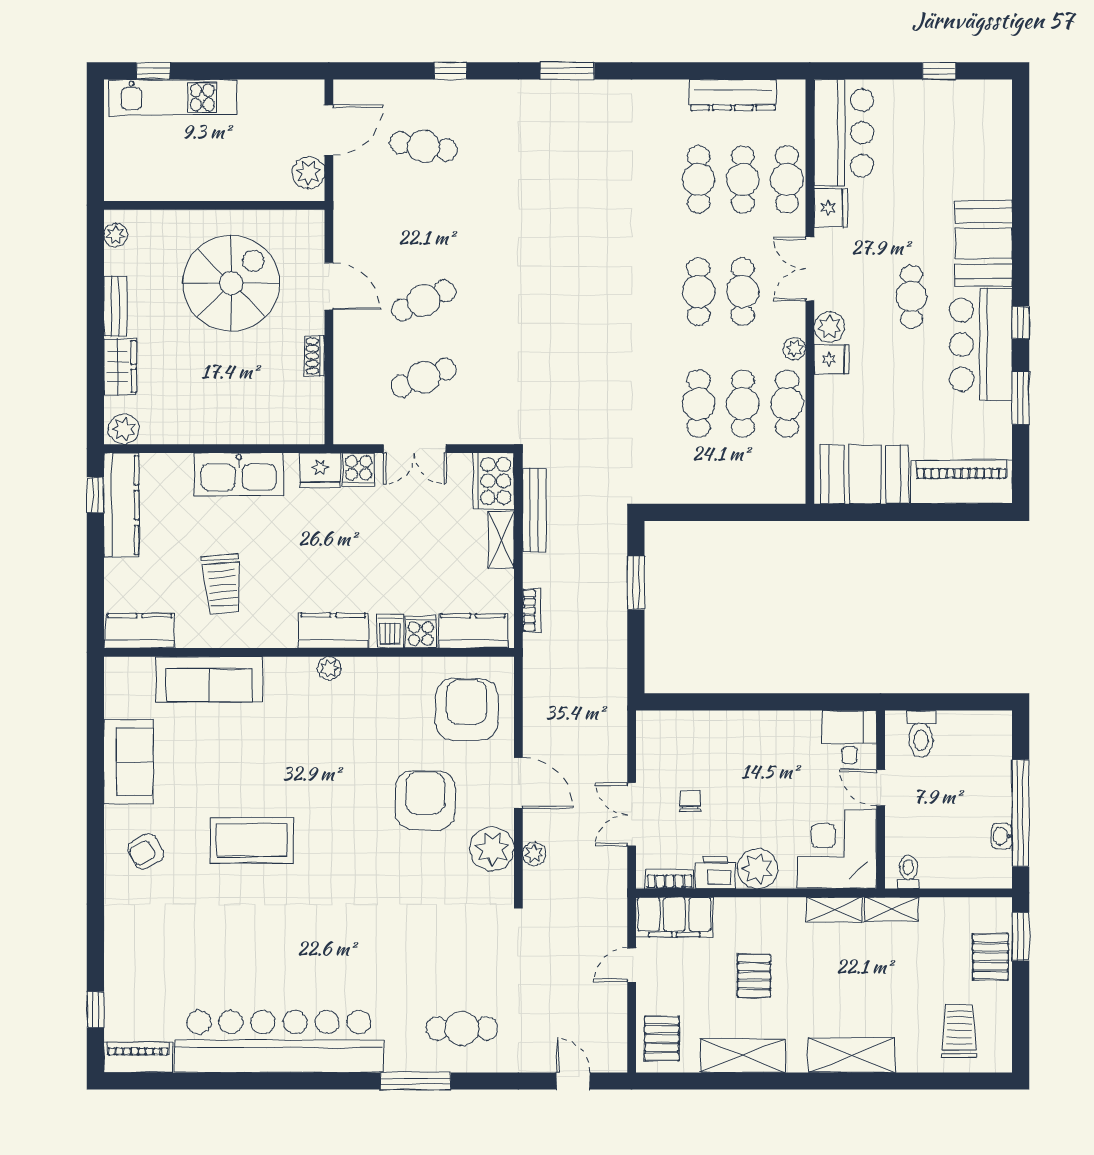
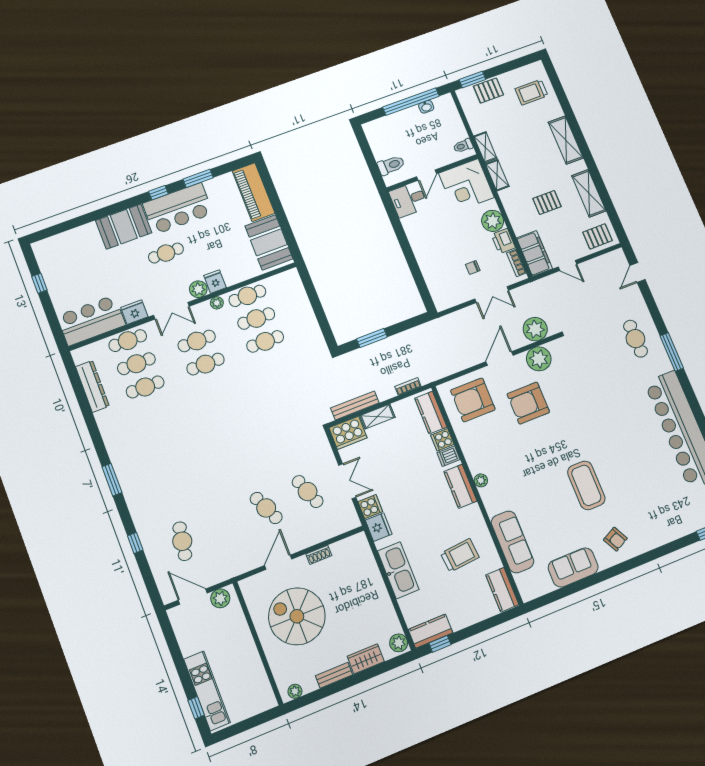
kitchen counter: (121, 505) -> (431, 631), width x0.67
plant: (534, 854) -> (535, 329), width x1.87, depth x1.87

